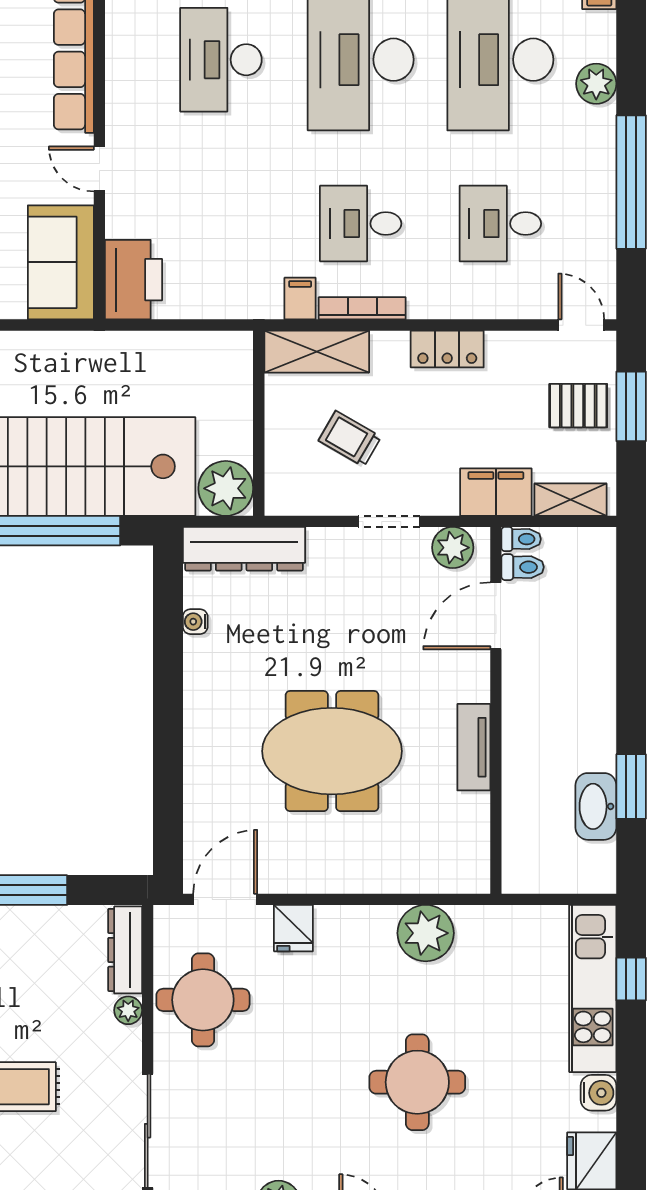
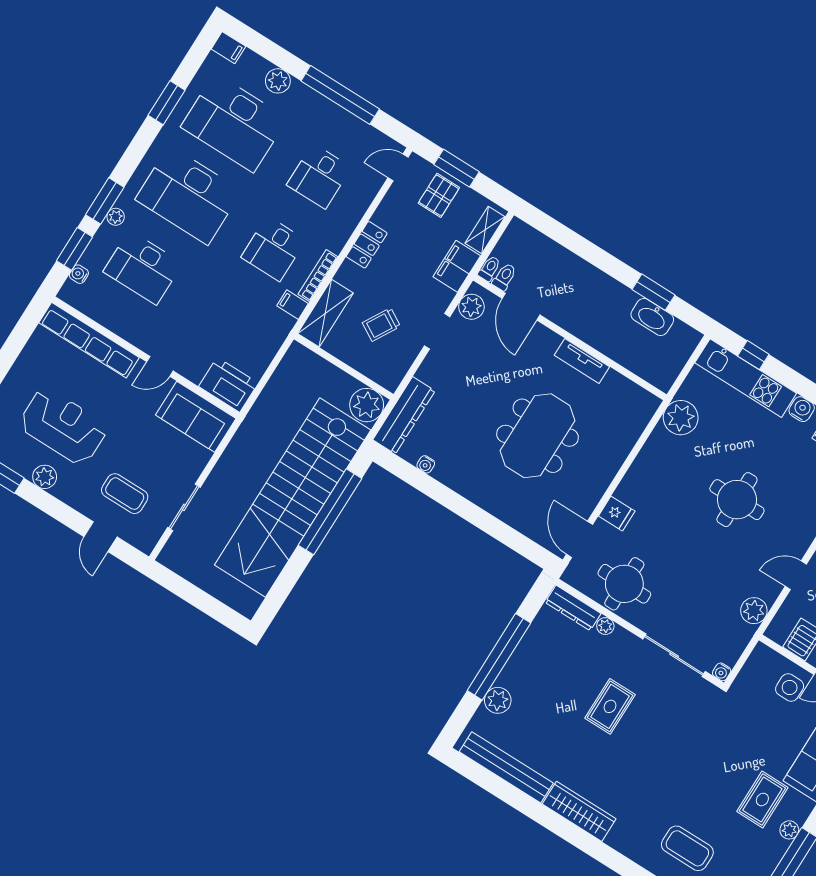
plant: (426, 933) -> (681, 418), moved

